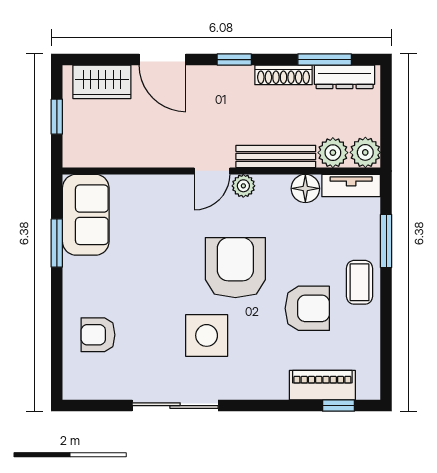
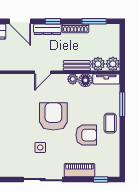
dresser: (345, 77) -> (47, 29), moved
bench: (276, 156) -> (77, 66), width x0.73
plant: (243, 186) -> (73, 79), moved
side table: (207, 335) -> (40, 147), width x0.54, depth x0.54
piano: (322, 385) -> (80, 170), moved
sliding door: (175, 406) -> (43, 180), moved

